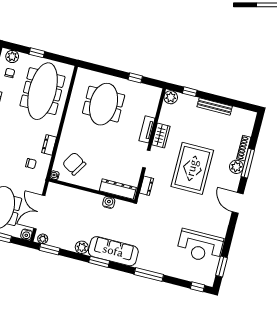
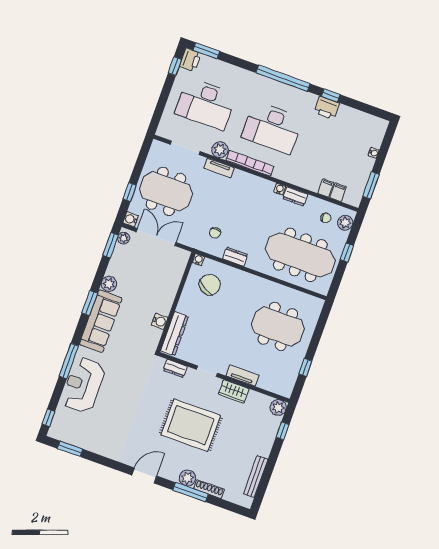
bench: (215, 107) -> (256, 477), moved
reception desk: (200, 246) -> (83, 385), moved

